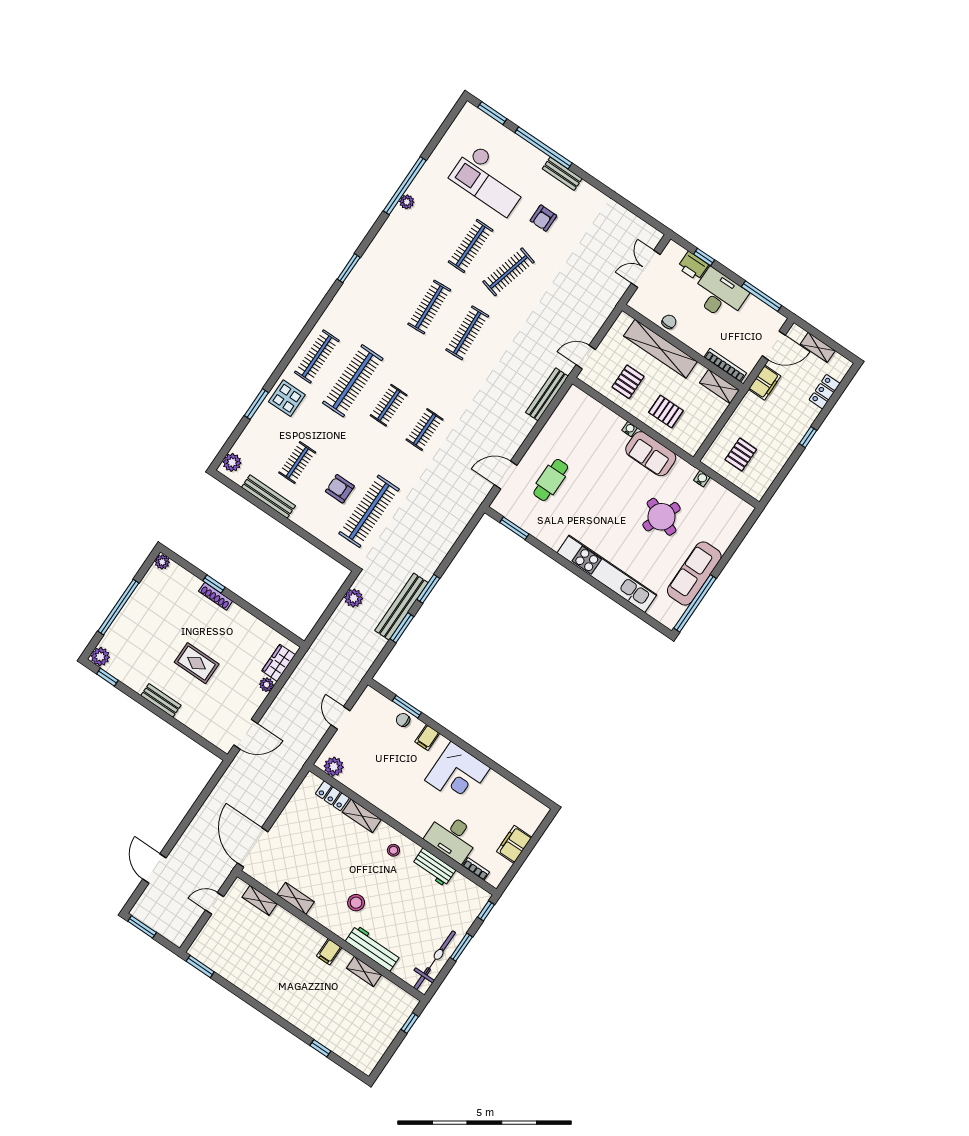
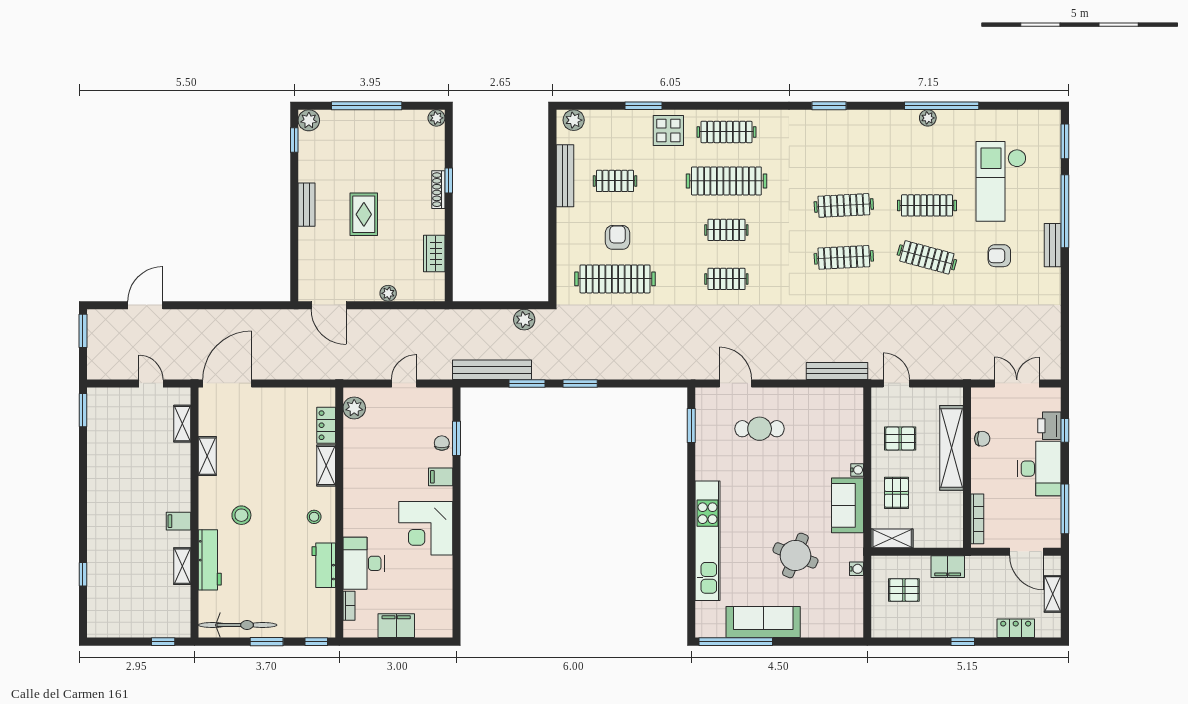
filing cabinet: (765, 383) -> (948, 567), moved
shelving: (719, 387) -> (892, 538), moved, turned 90
bench: (401, 607) -> (492, 370), moved
wardrobe: (279, 663) -> (434, 254), moved, turned -90

